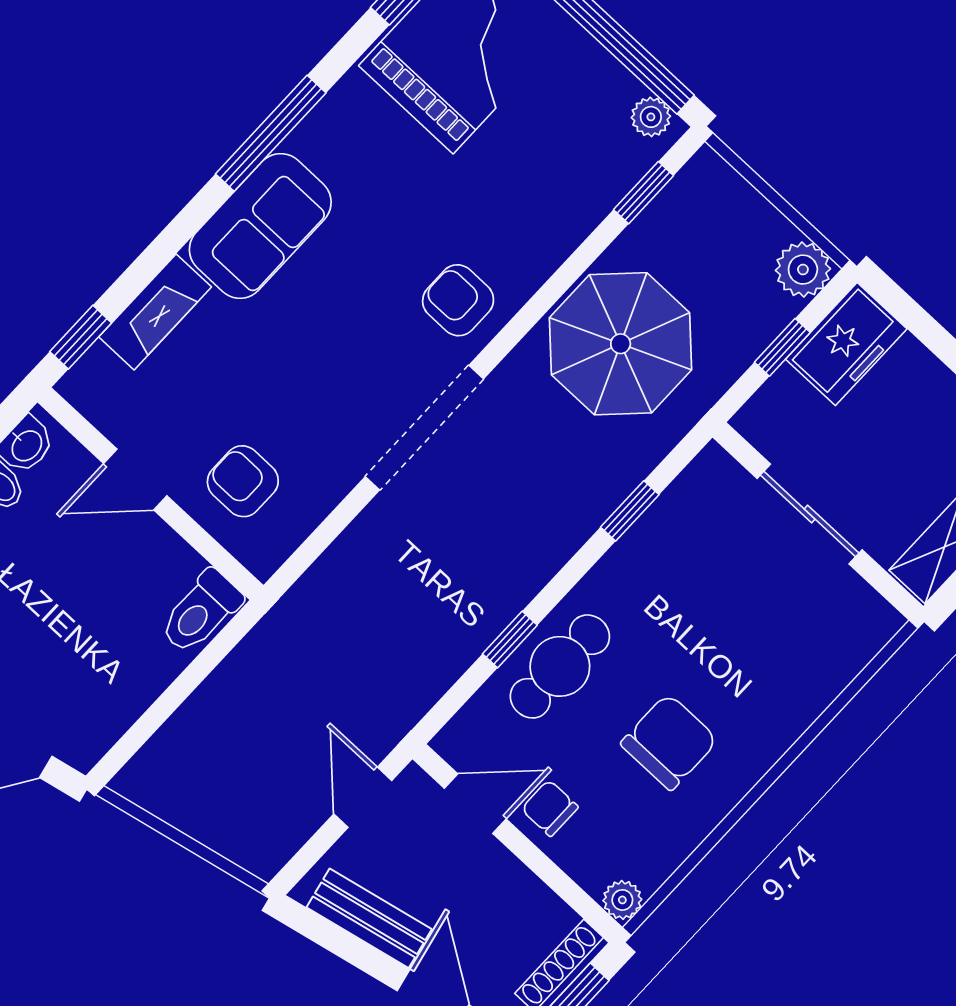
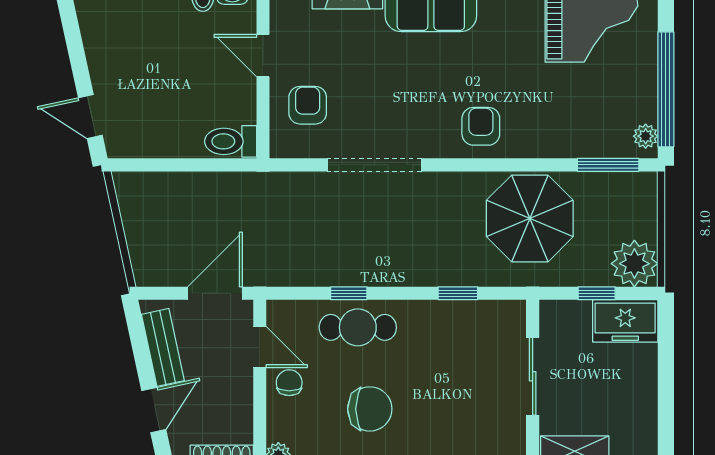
window: (644, 193) -> (608, 165), width x1.50
plant: (803, 270) -> (634, 264), width x1.36, depth x1.36
doorway: (424, 428) -> (374, 165), moved
door: (363, 797) -> (215, 293), width x1.37

